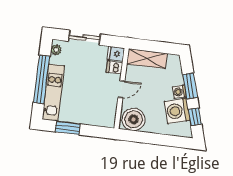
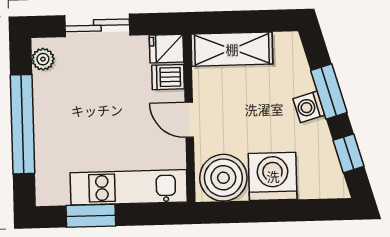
door: (121, 89) -> (189, 120), swing flipped
kitchen unit: (53, 93) -> (129, 187), moved, turned -90
washing machine: (177, 111) -> (273, 176), moved, turned 106

